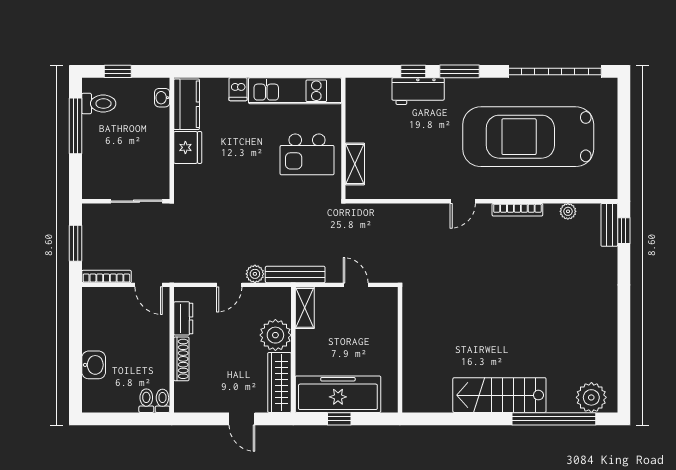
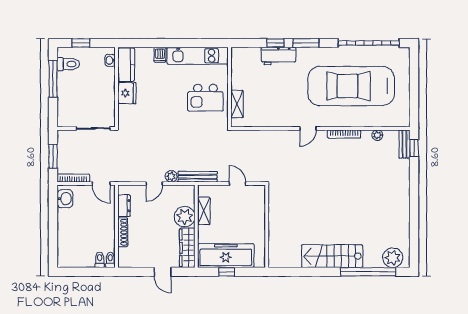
shelving: (305, 308) -> (204, 211), moved
washbasin: (94, 365) -> (65, 199), moved

